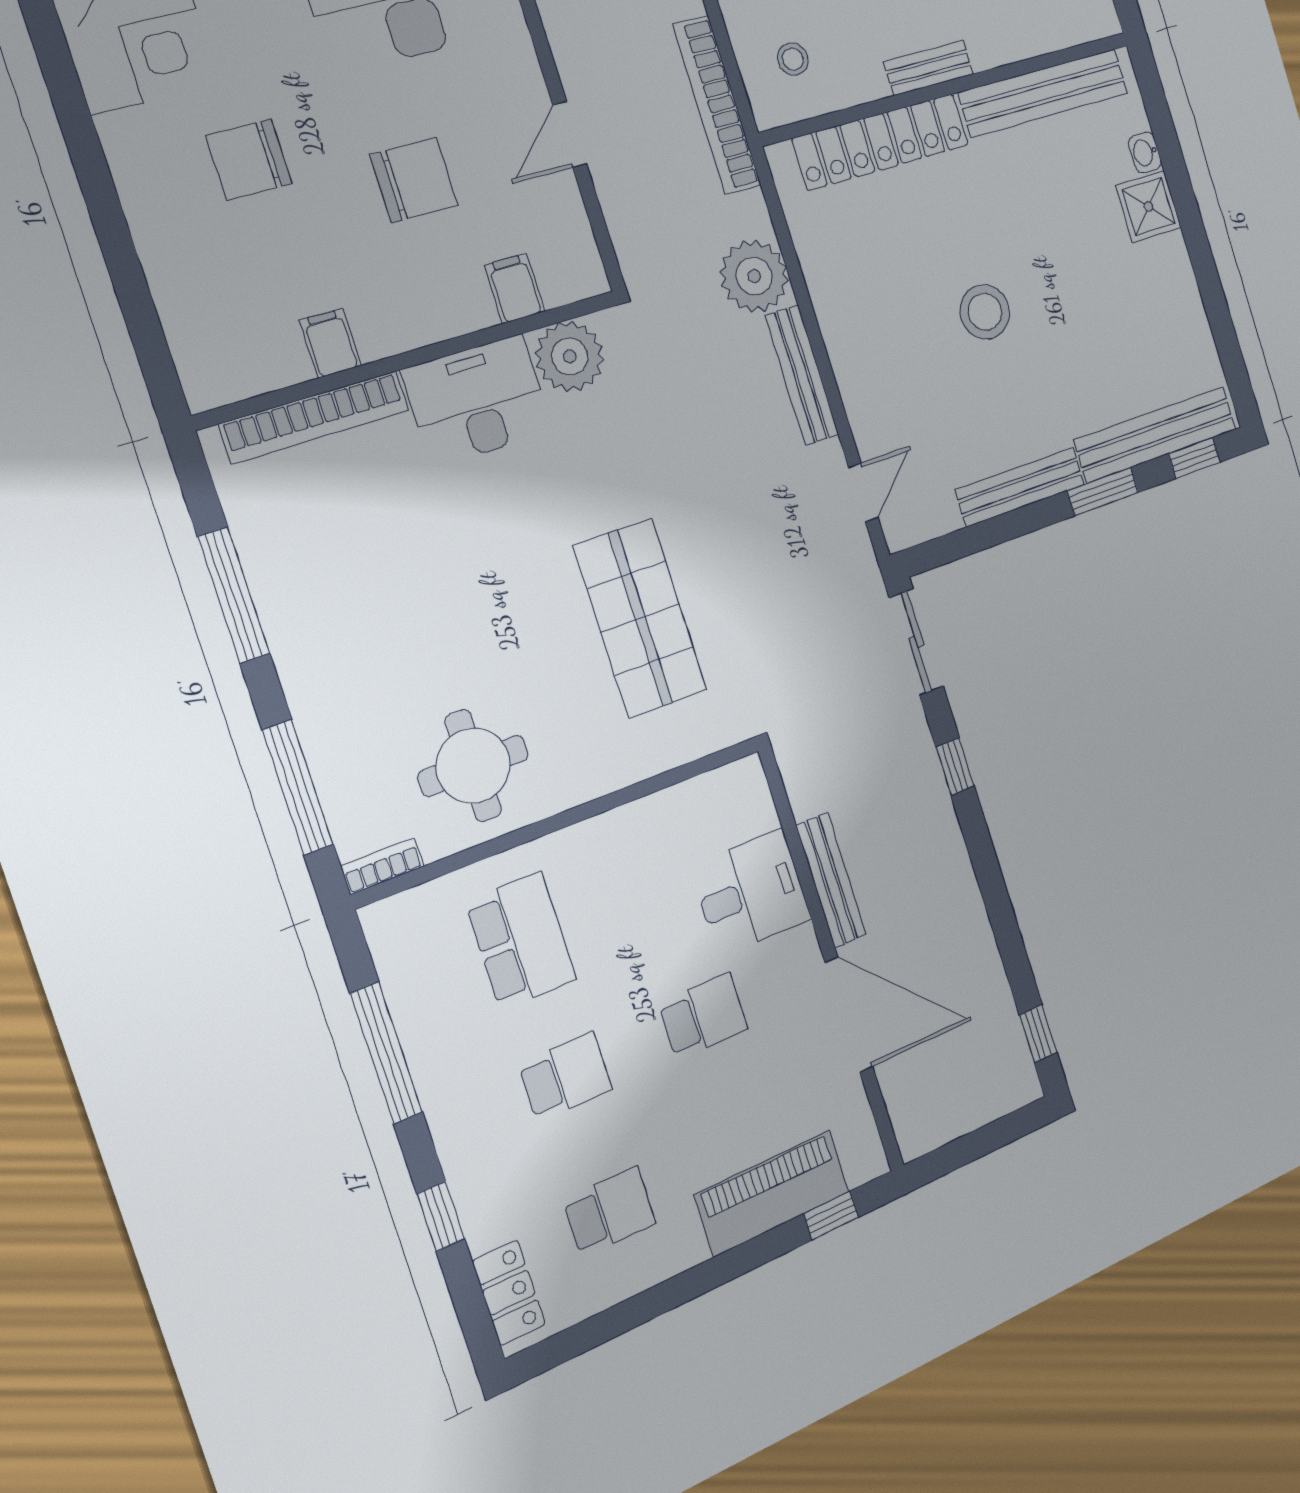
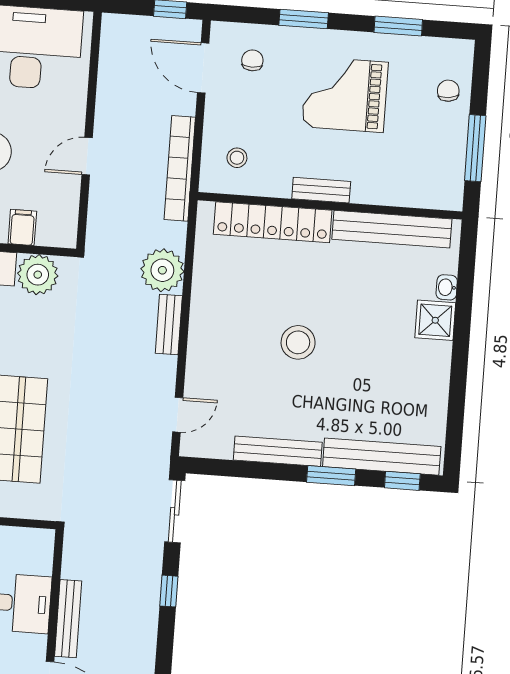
bench: (802, 375) -> (169, 325), width x0.73

